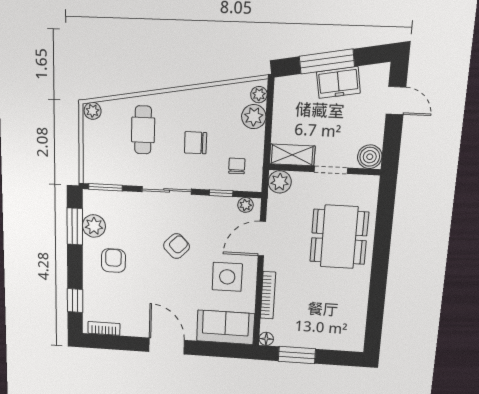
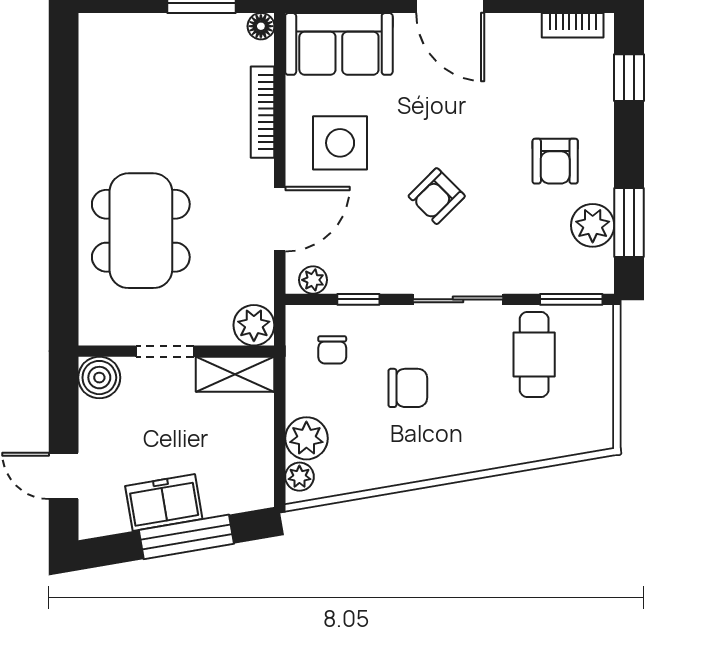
plant: (93, 111) -> (596, 436), removed
cafe table: (143, 130) -> (534, 354), moved

